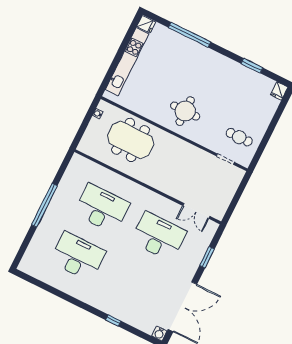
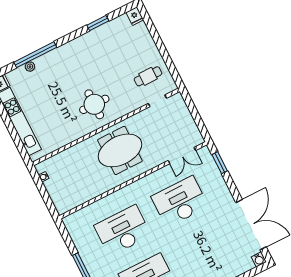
plant: (177, 38) -> (30, 67), added
meeting table: (130, 140) -> (120, 150), moved
window: (207, 257) -> (220, 163), moved

